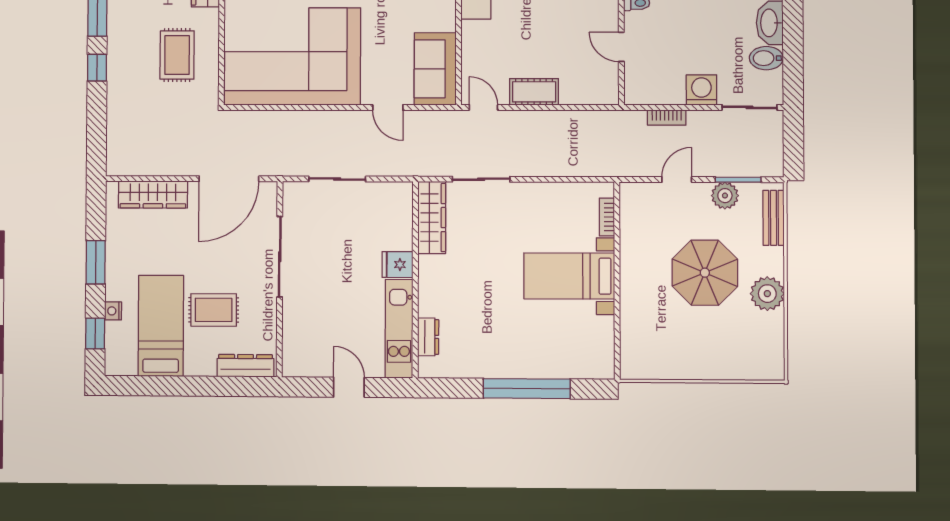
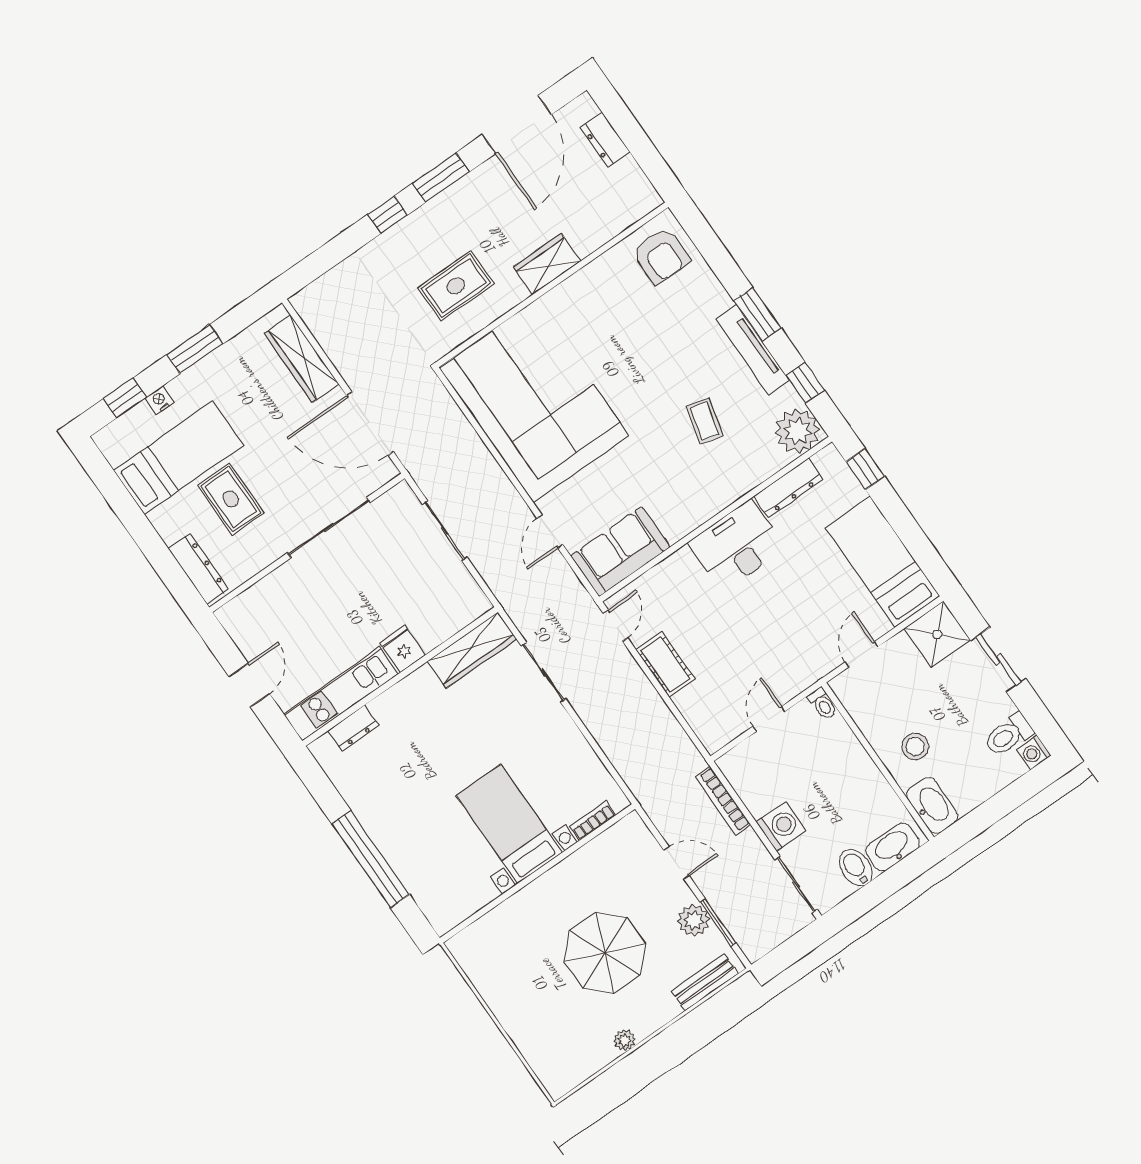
bookcase: (667, 118) -> (723, 801), width x1.56
plant: (767, 294) -> (625, 1040), width x0.53, depth x0.53

